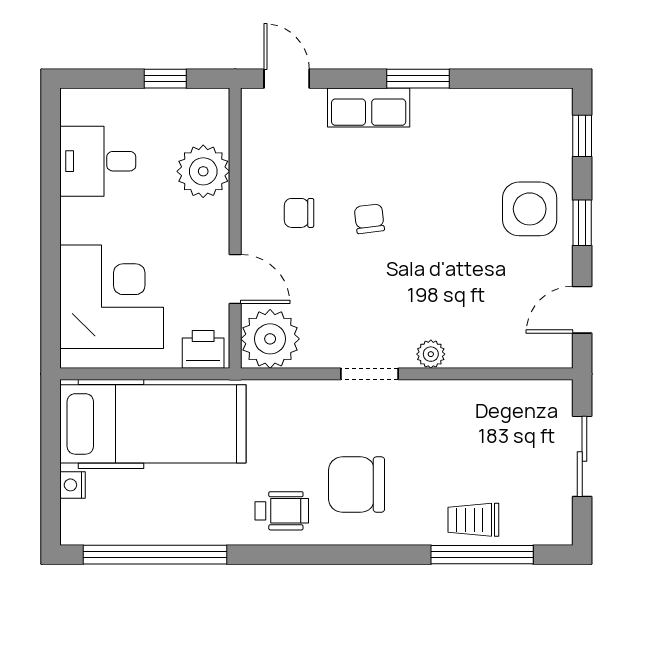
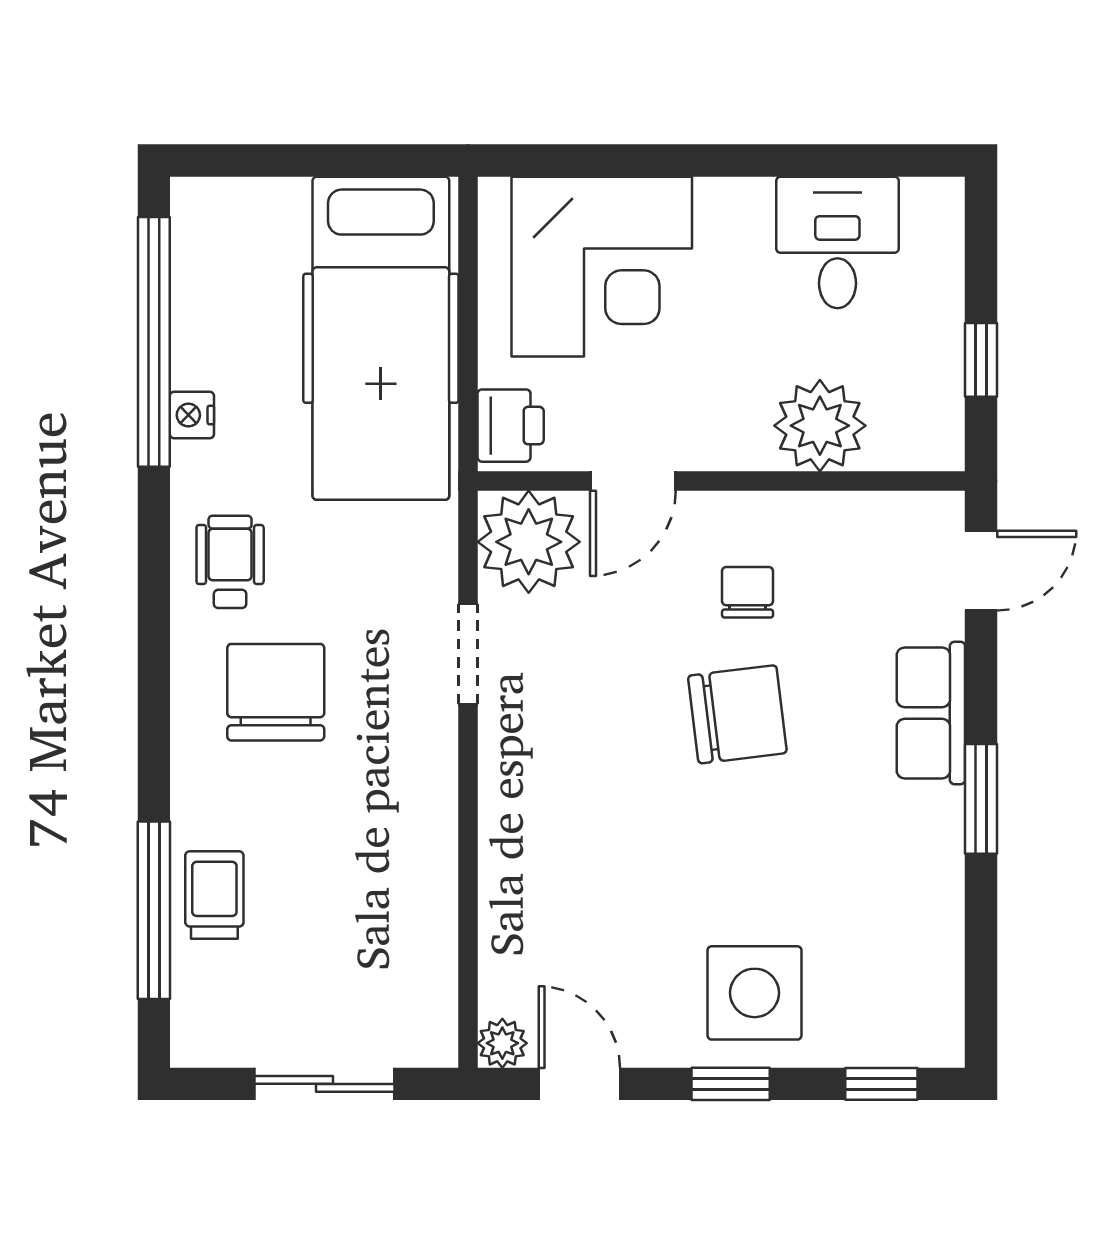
chair: (369, 219) -> (737, 714), width x1.87, depth x1.87
plant: (431, 354) -> (502, 1043), moved
doorway: (370, 374) -> (468, 654), moved
nightstand: (72, 485) -> (192, 415), moved, turned -90
wheelchair: (282, 511) -> (230, 562), turned 180

